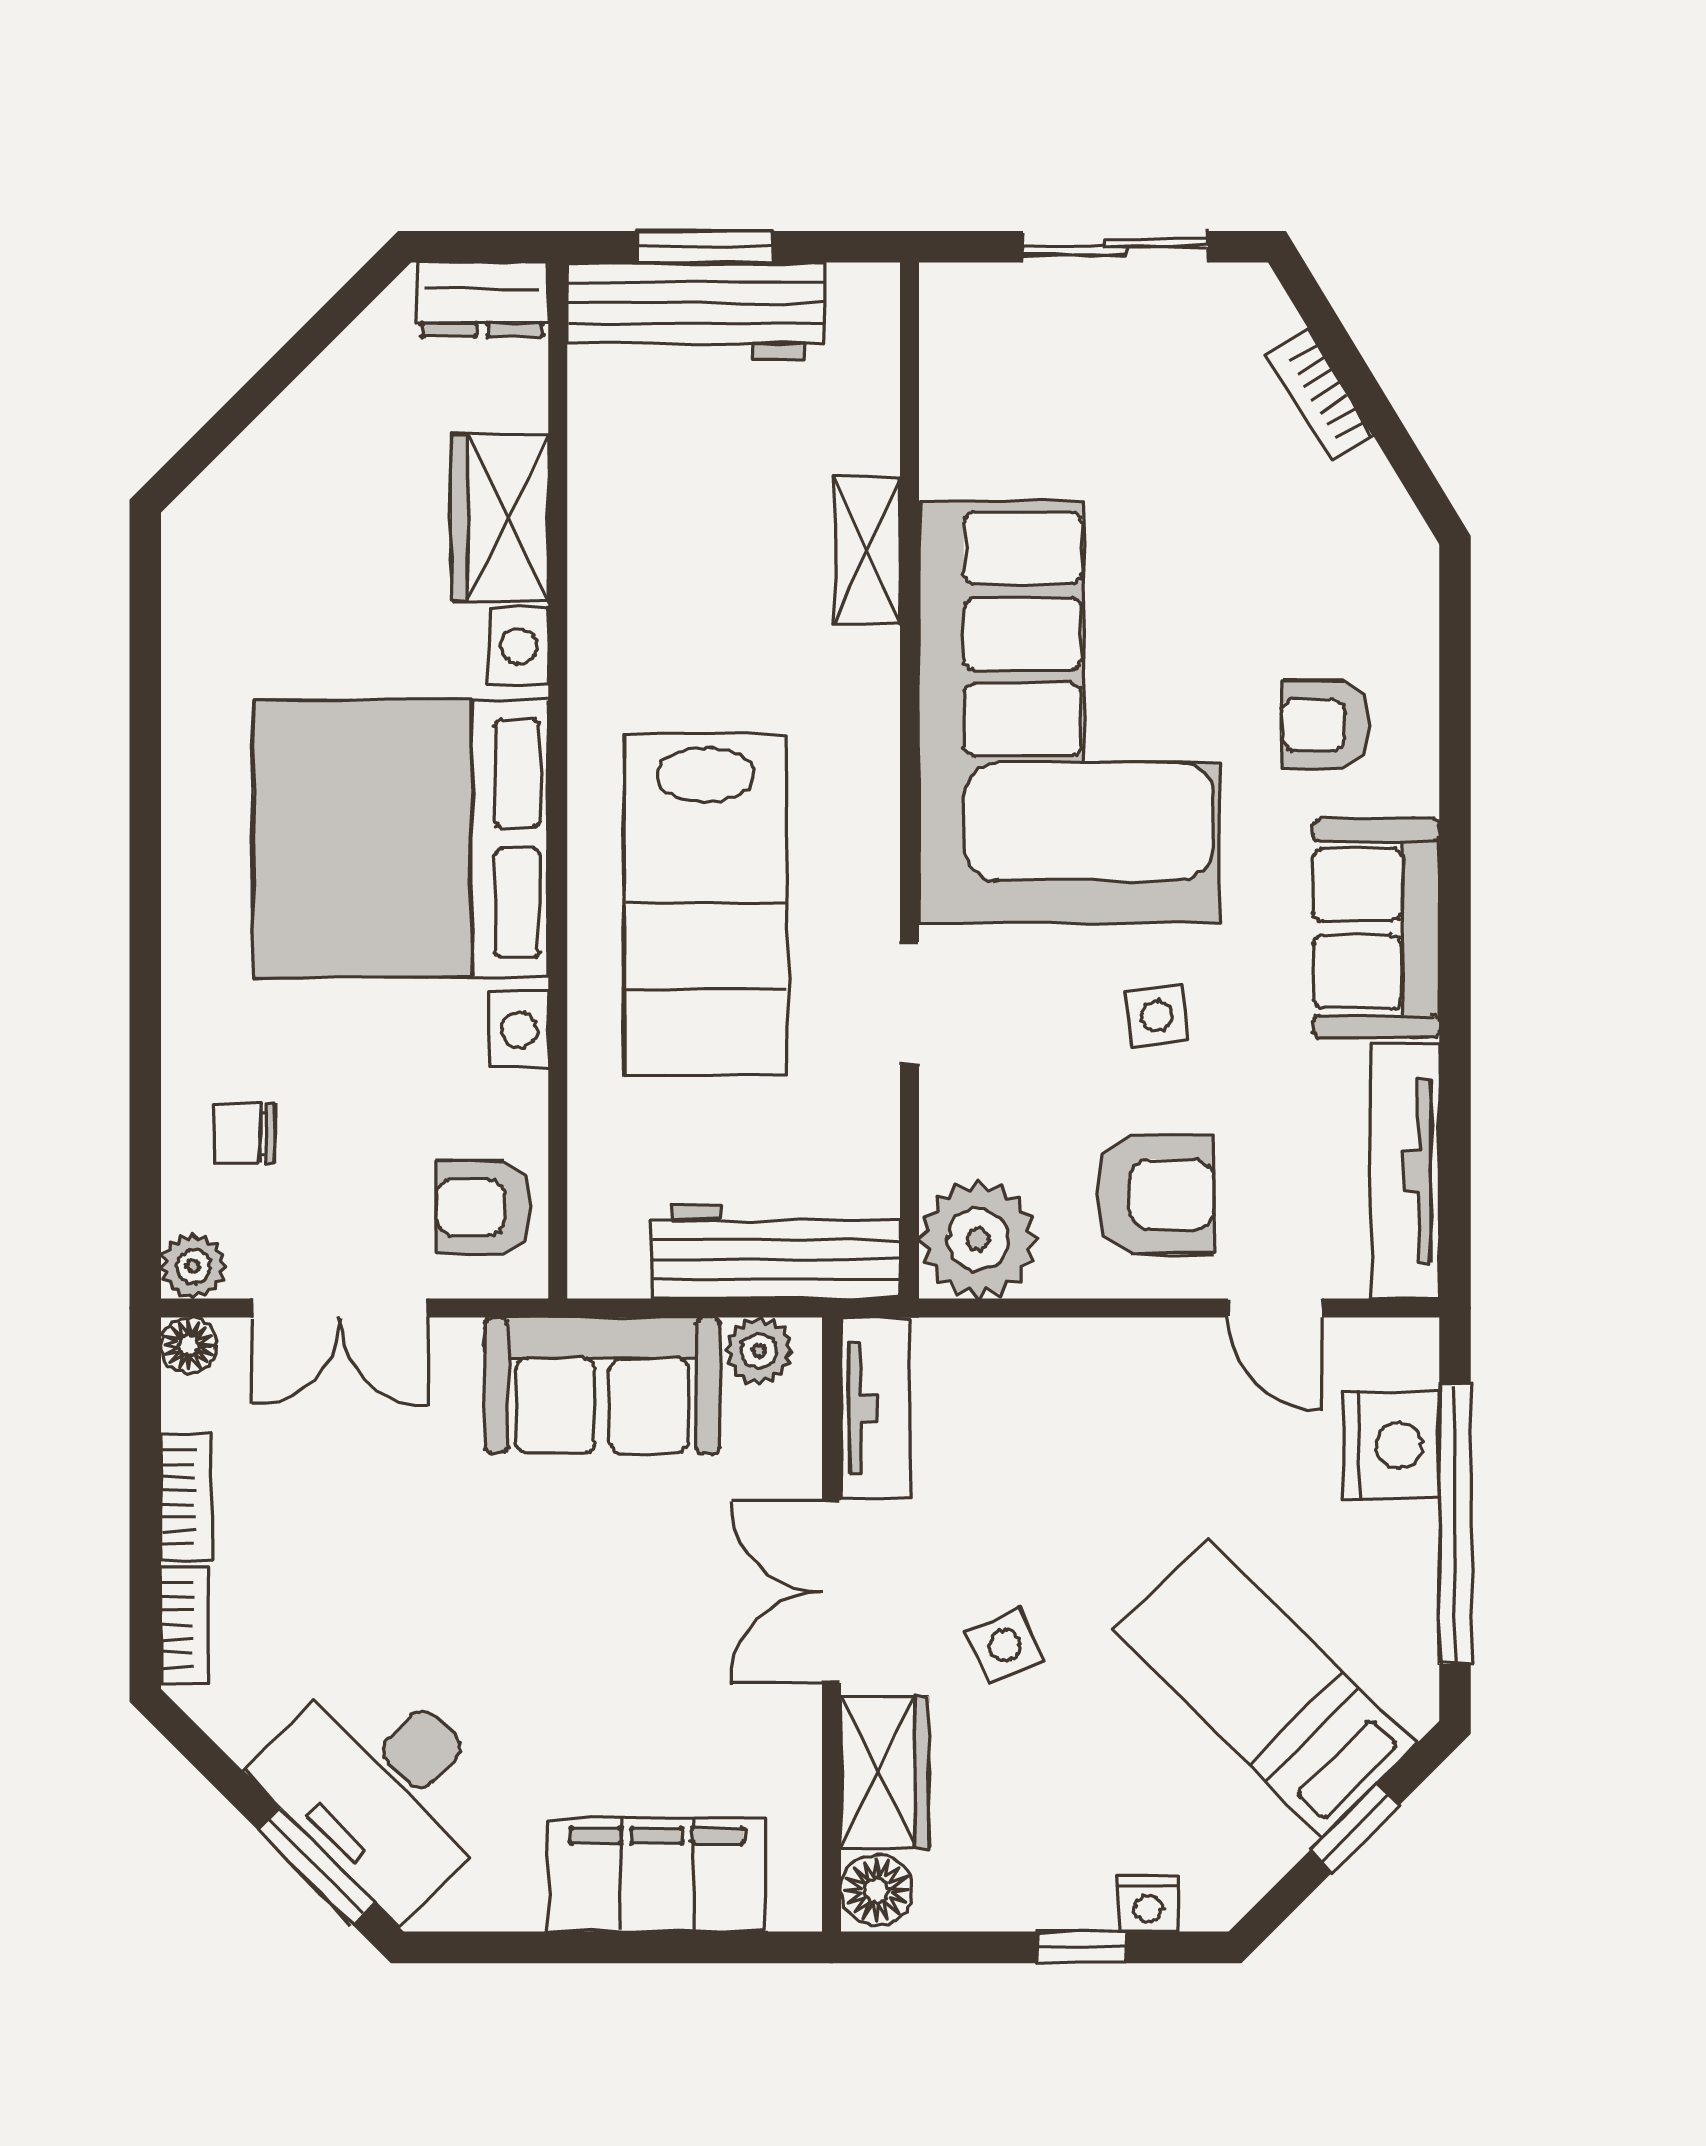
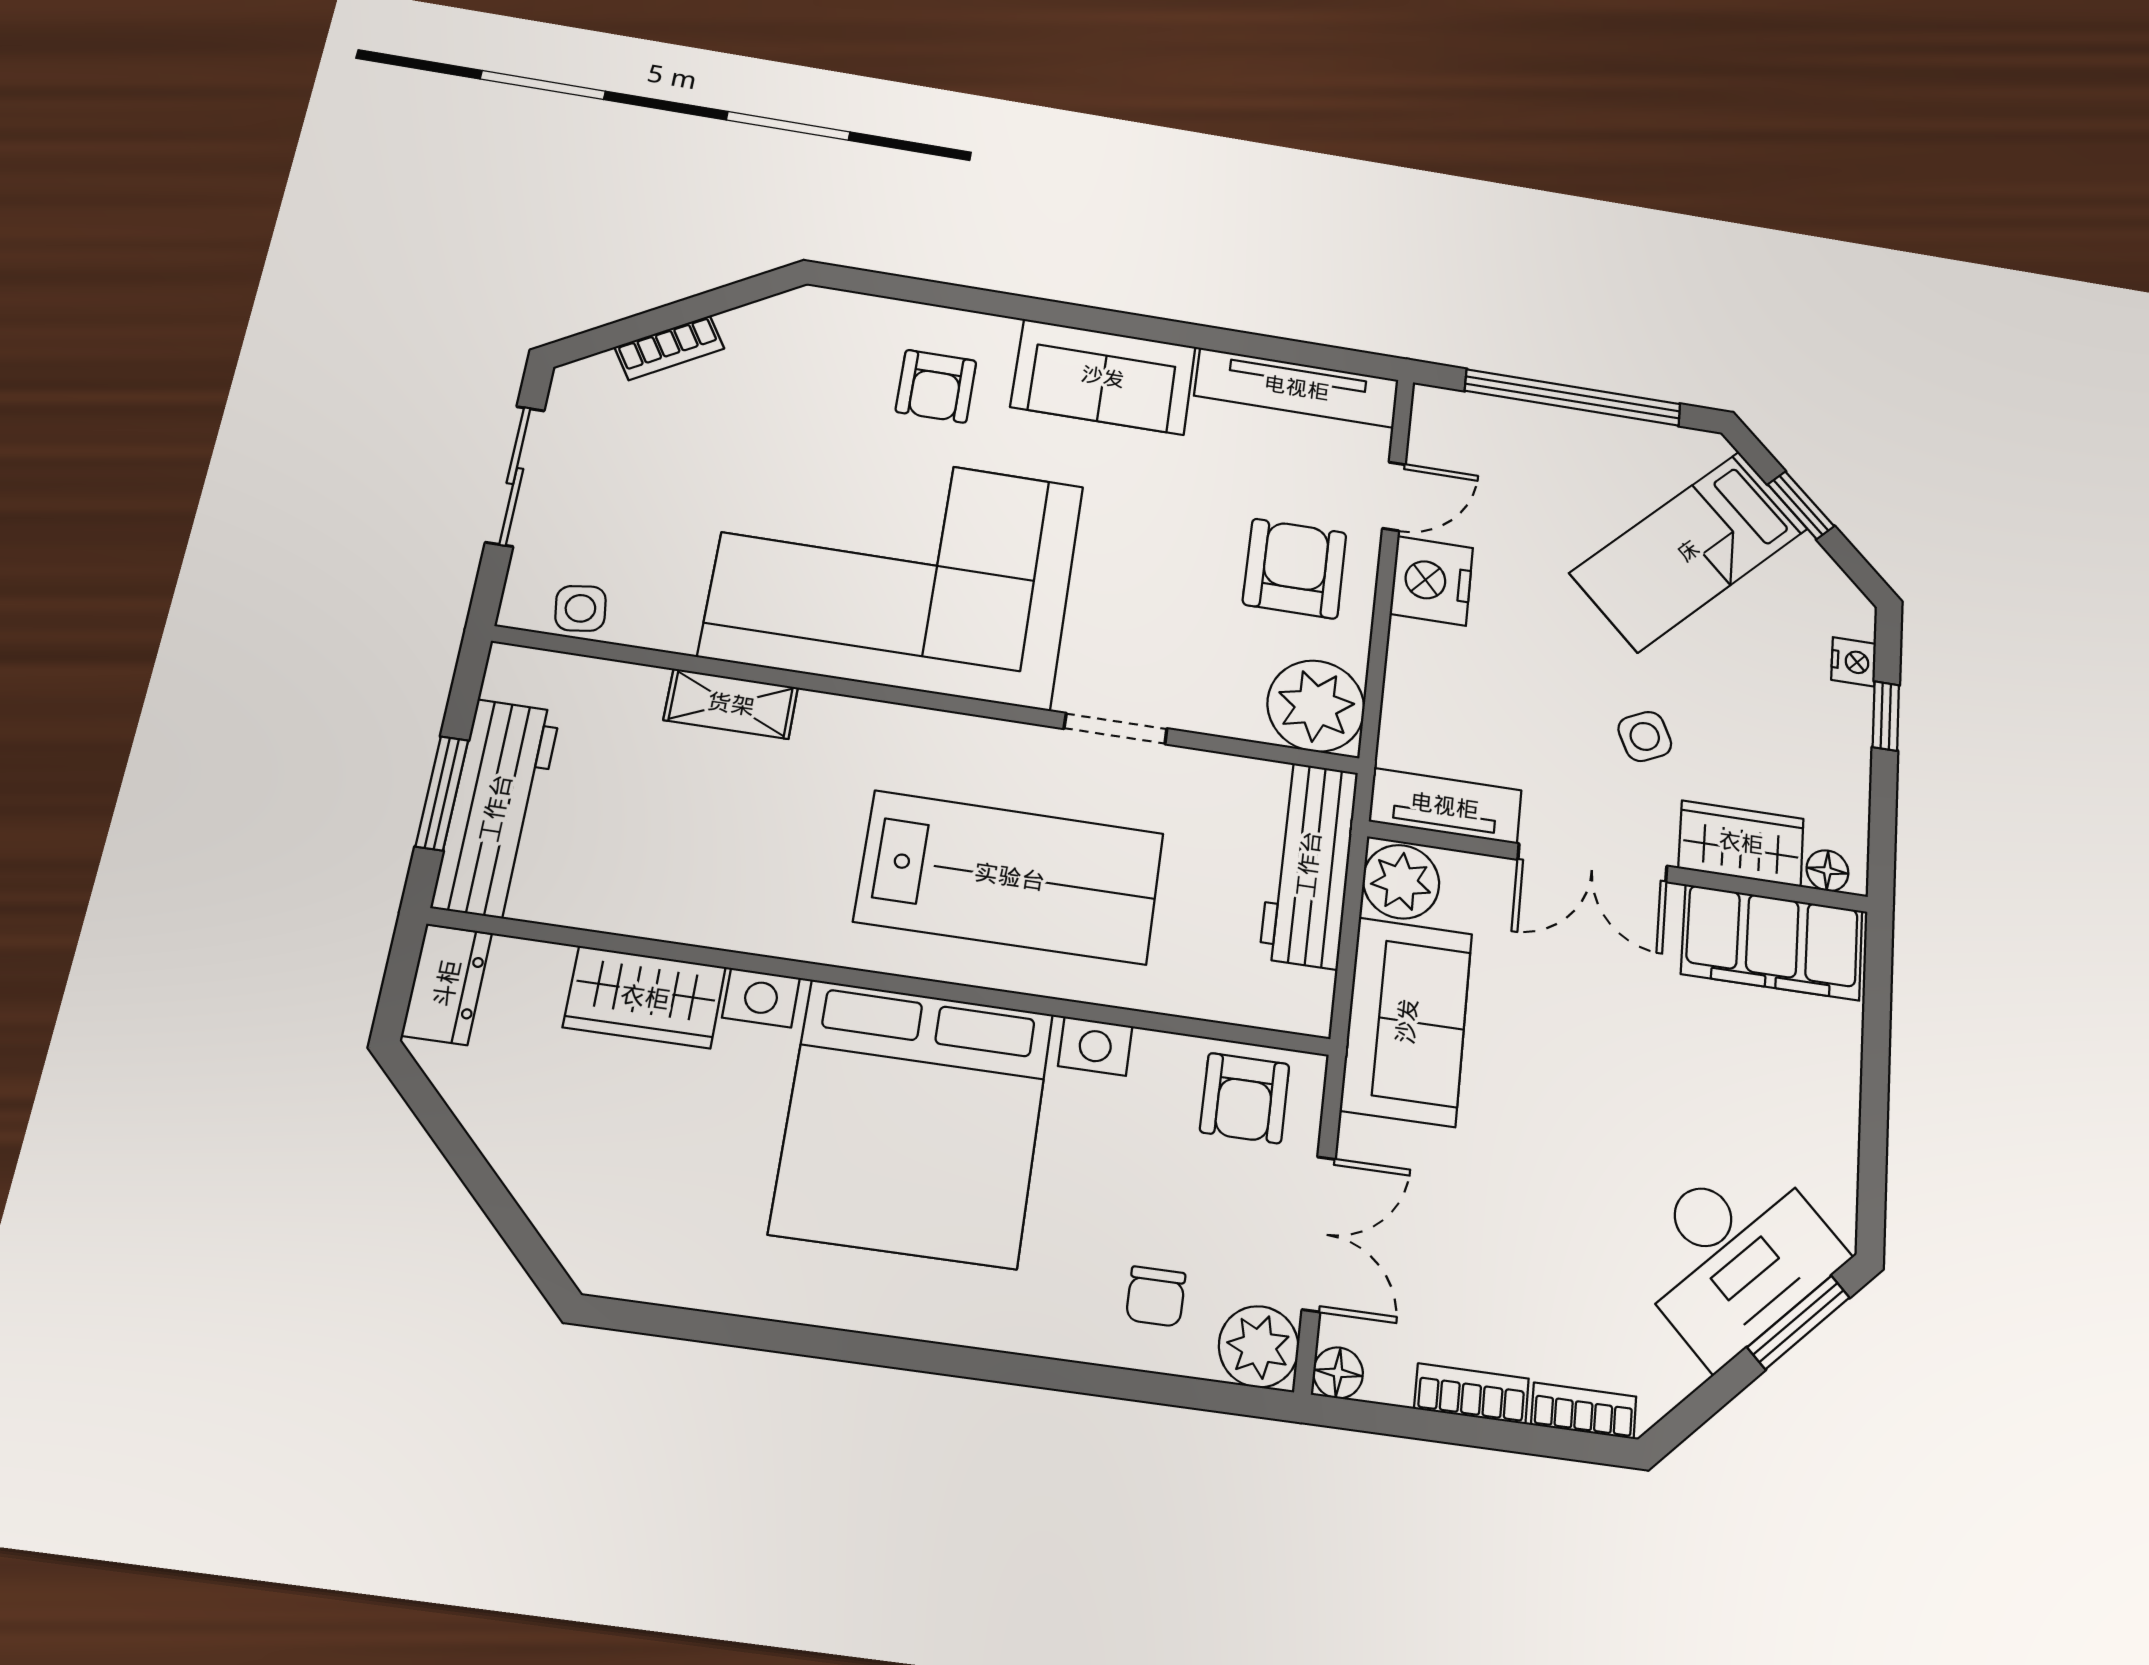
side table: (1157, 1016) -> (580, 608), moved
plant: (193, 1266) -> (1259, 1347), width x1.38, depth x1.38
plant: (759, 1351) -> (1401, 882), width x1.38, depth x1.38
nightstand: (1391, 1445) -> (1432, 581), moved, turned -90
filing cabinet: (657, 1875) -> (1772, 942), moved, turned -90
floor lamp: (876, 1890) -> (1827, 871), width x0.73, depth x0.73

